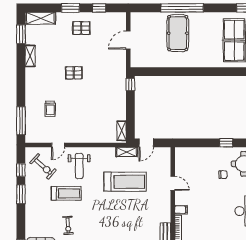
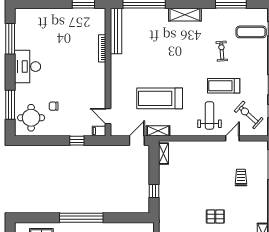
window: (197, 72) -> (81, 218), added
window: (130, 84) -> (154, 191), moved
window: (226, 143) -> (77, 141), moved
door: (173, 183) -> (108, 116), moved
filing cabinet: (181, 210) -> (99, 131), moved

